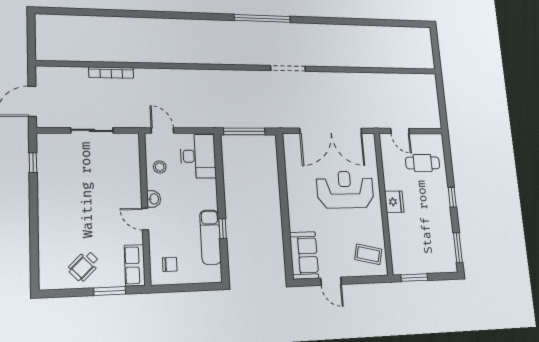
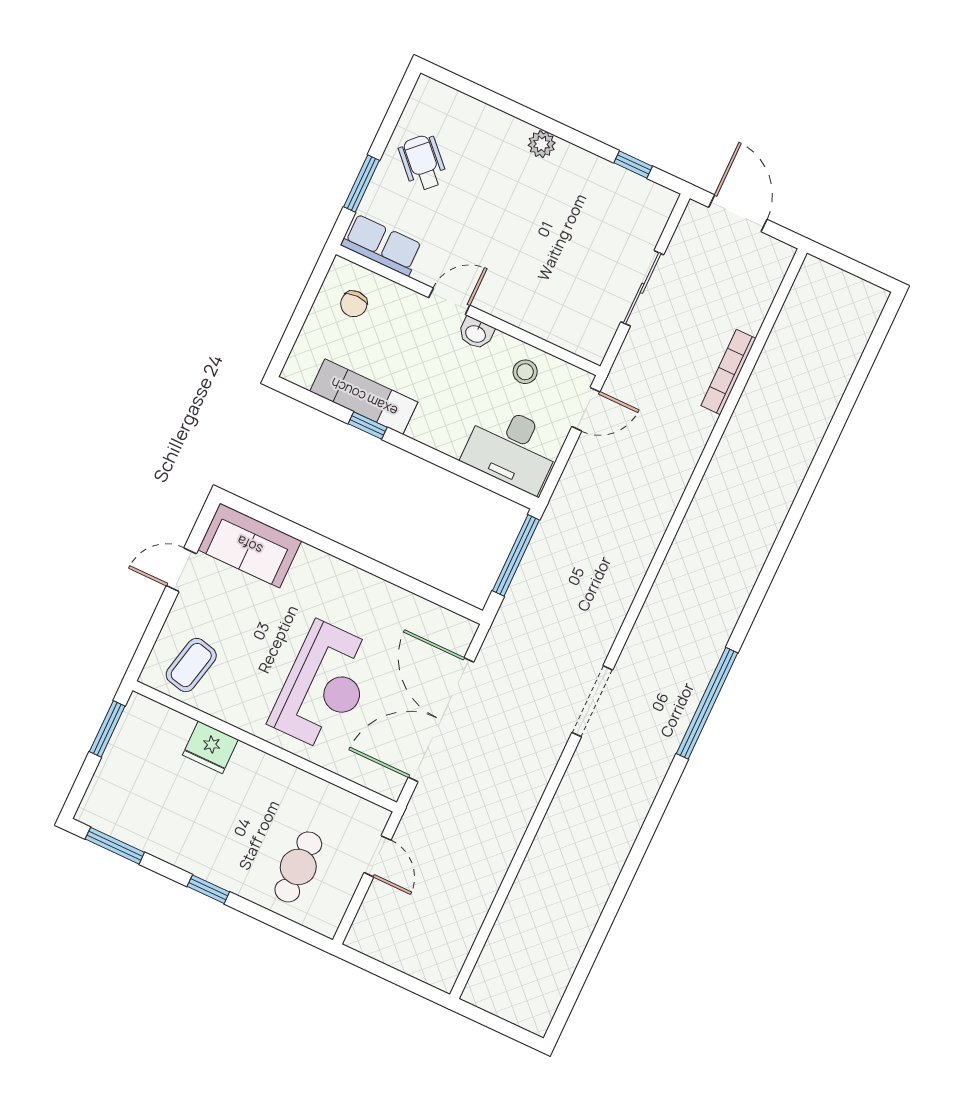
door: (400, 131) -> (377, 856), swing flipped
fridge: (394, 202) -> (210, 747), moved
plant: (45, 212) -> (542, 144), added

